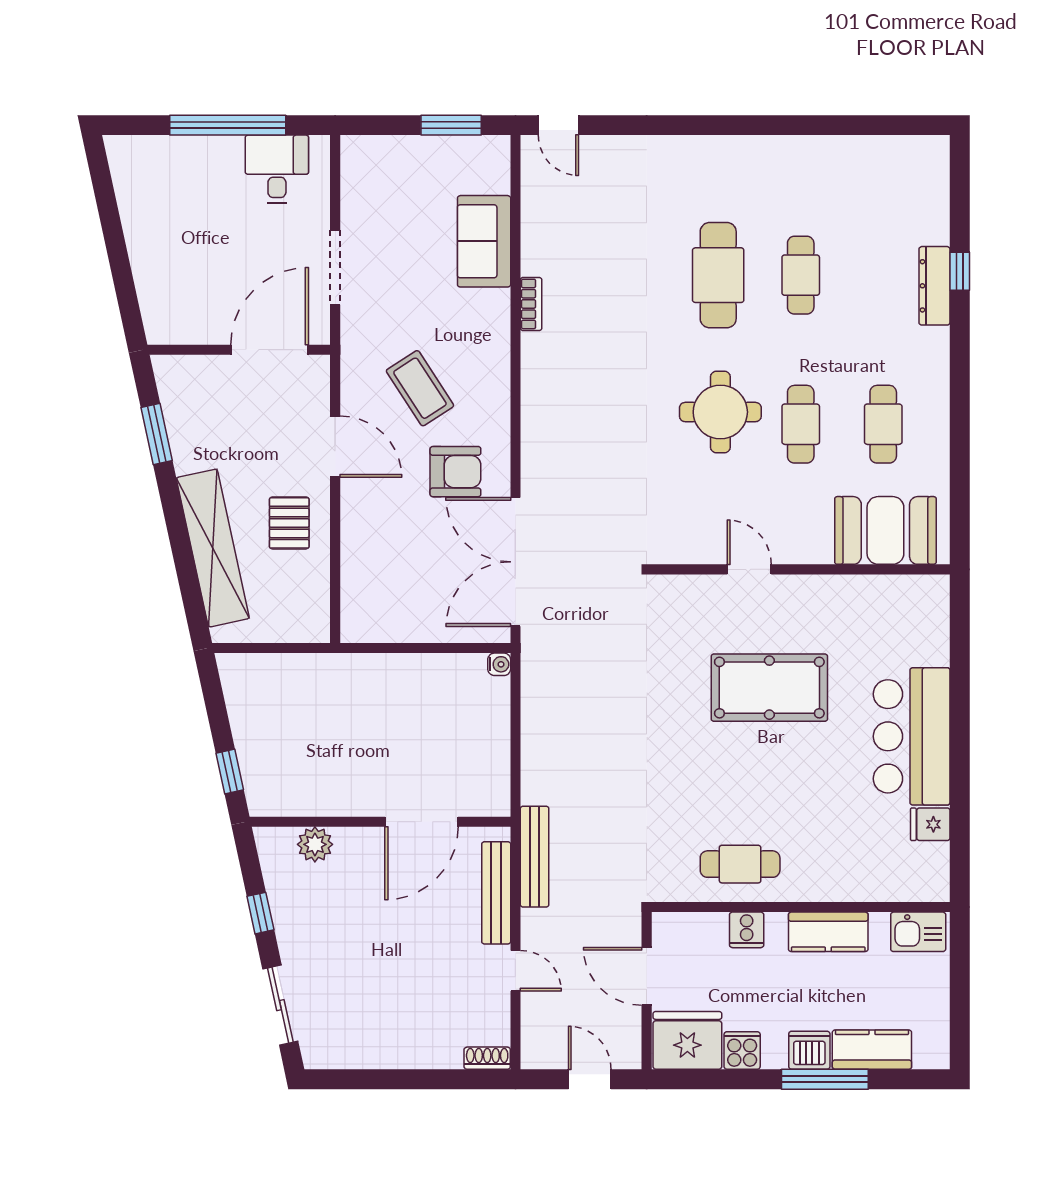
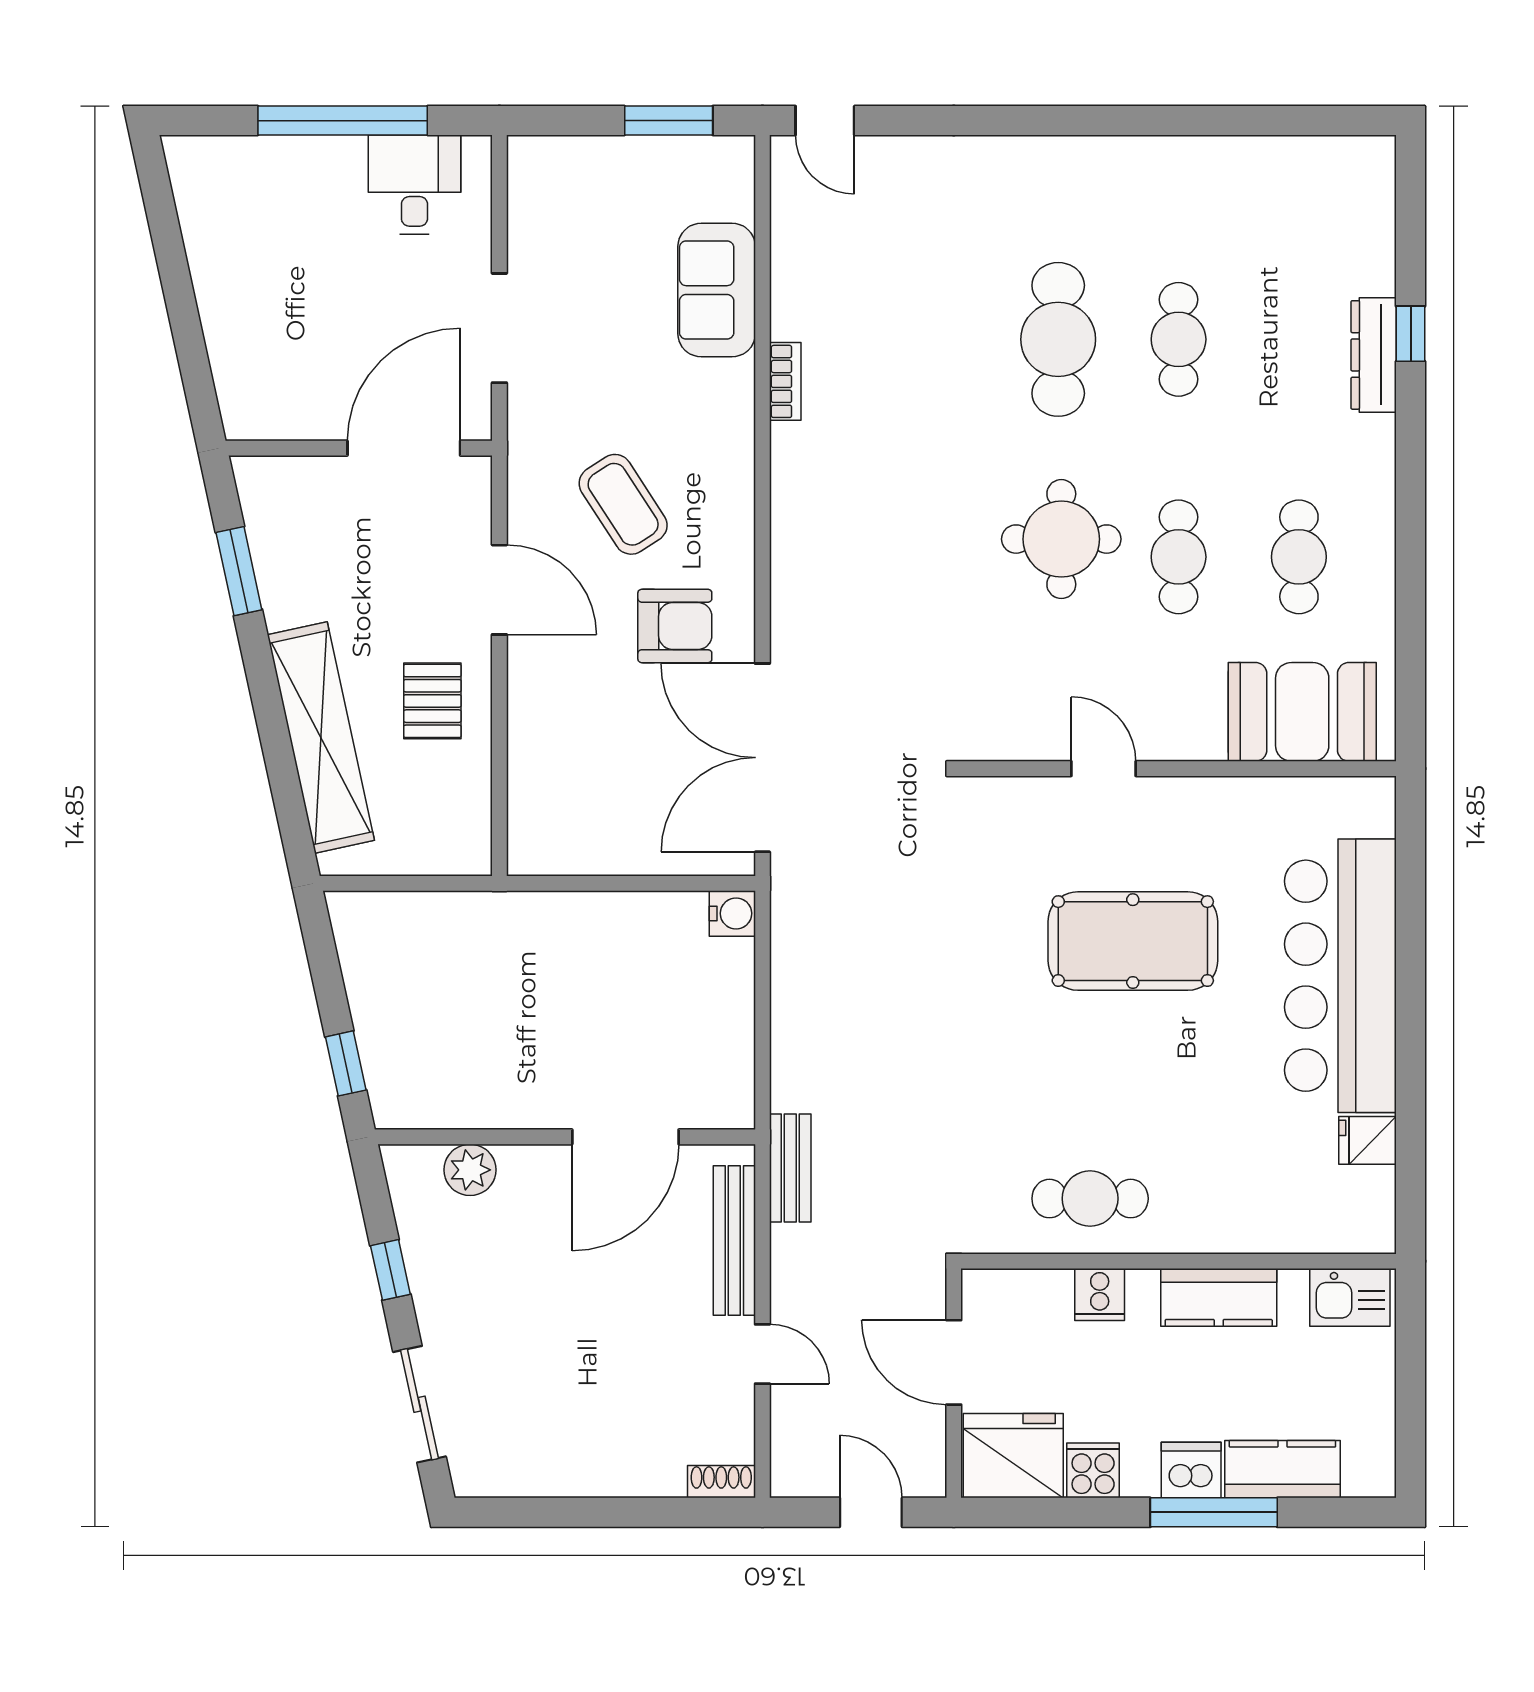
water cooler: (499, 664) -> (732, 913), width x1.38, depth x1.38
bar counter: (912, 736) -> (1340, 976), width x1.36
bench: (535, 857) -> (790, 1168), width x0.73

